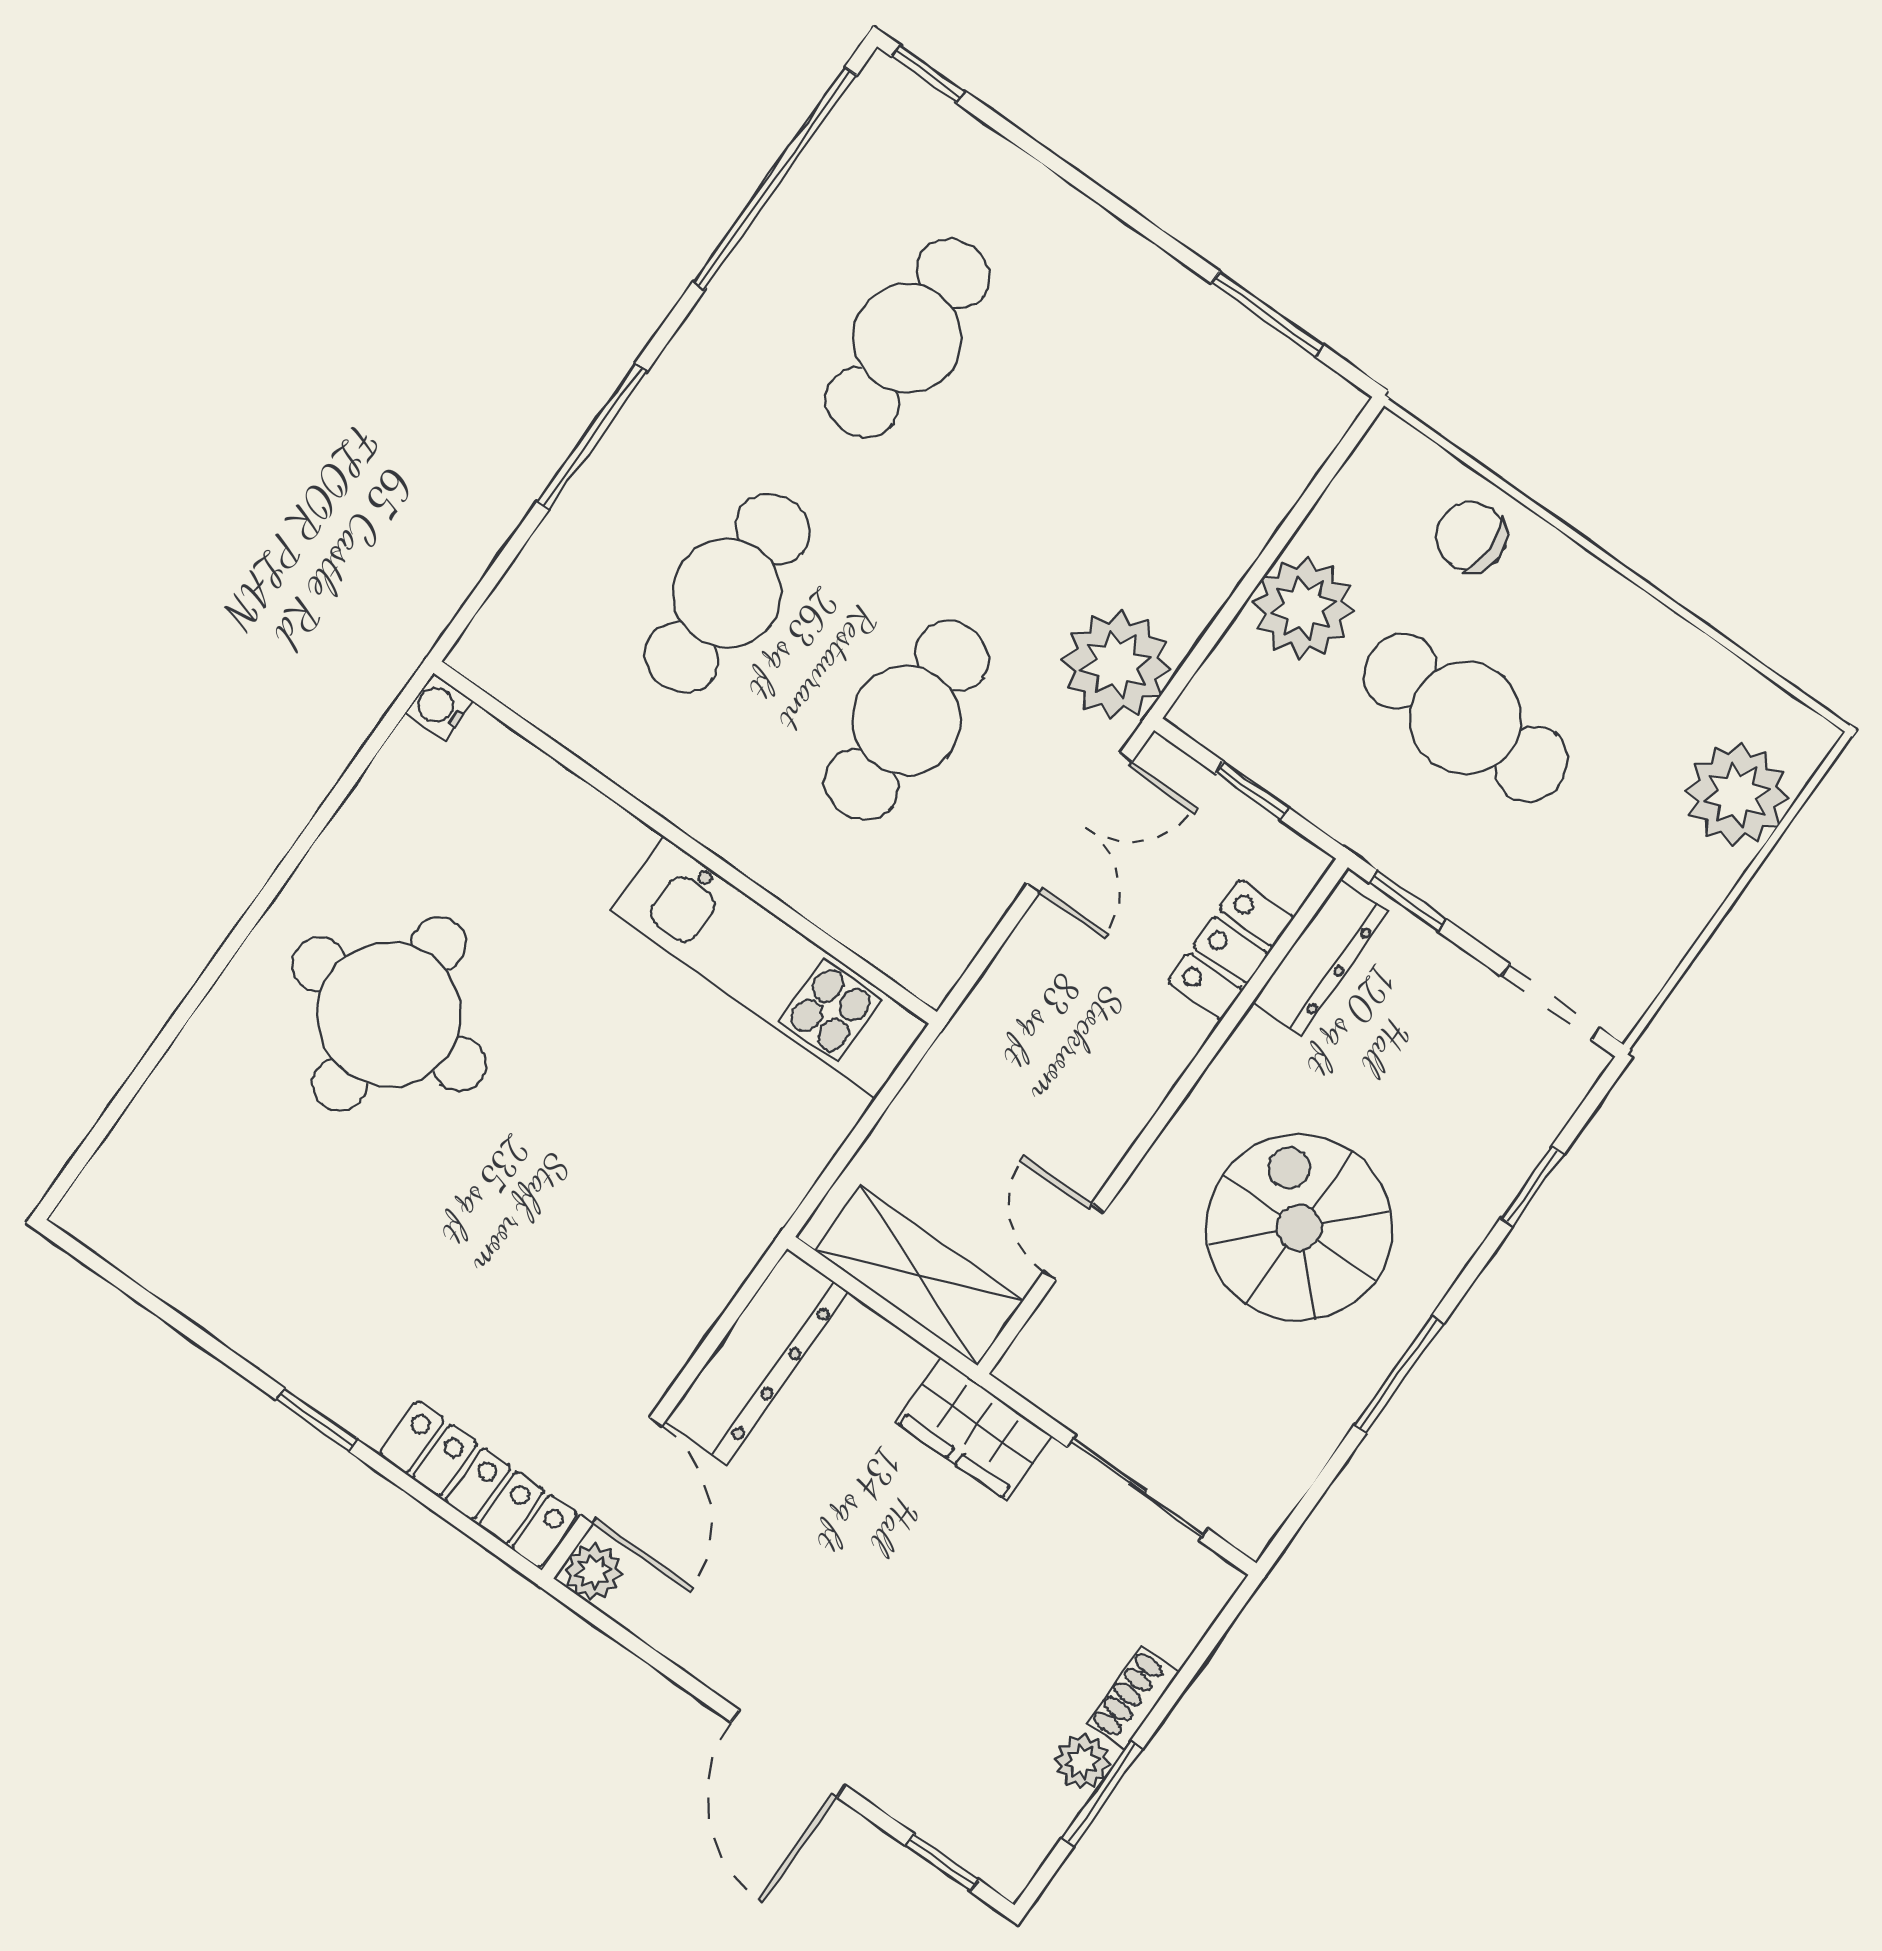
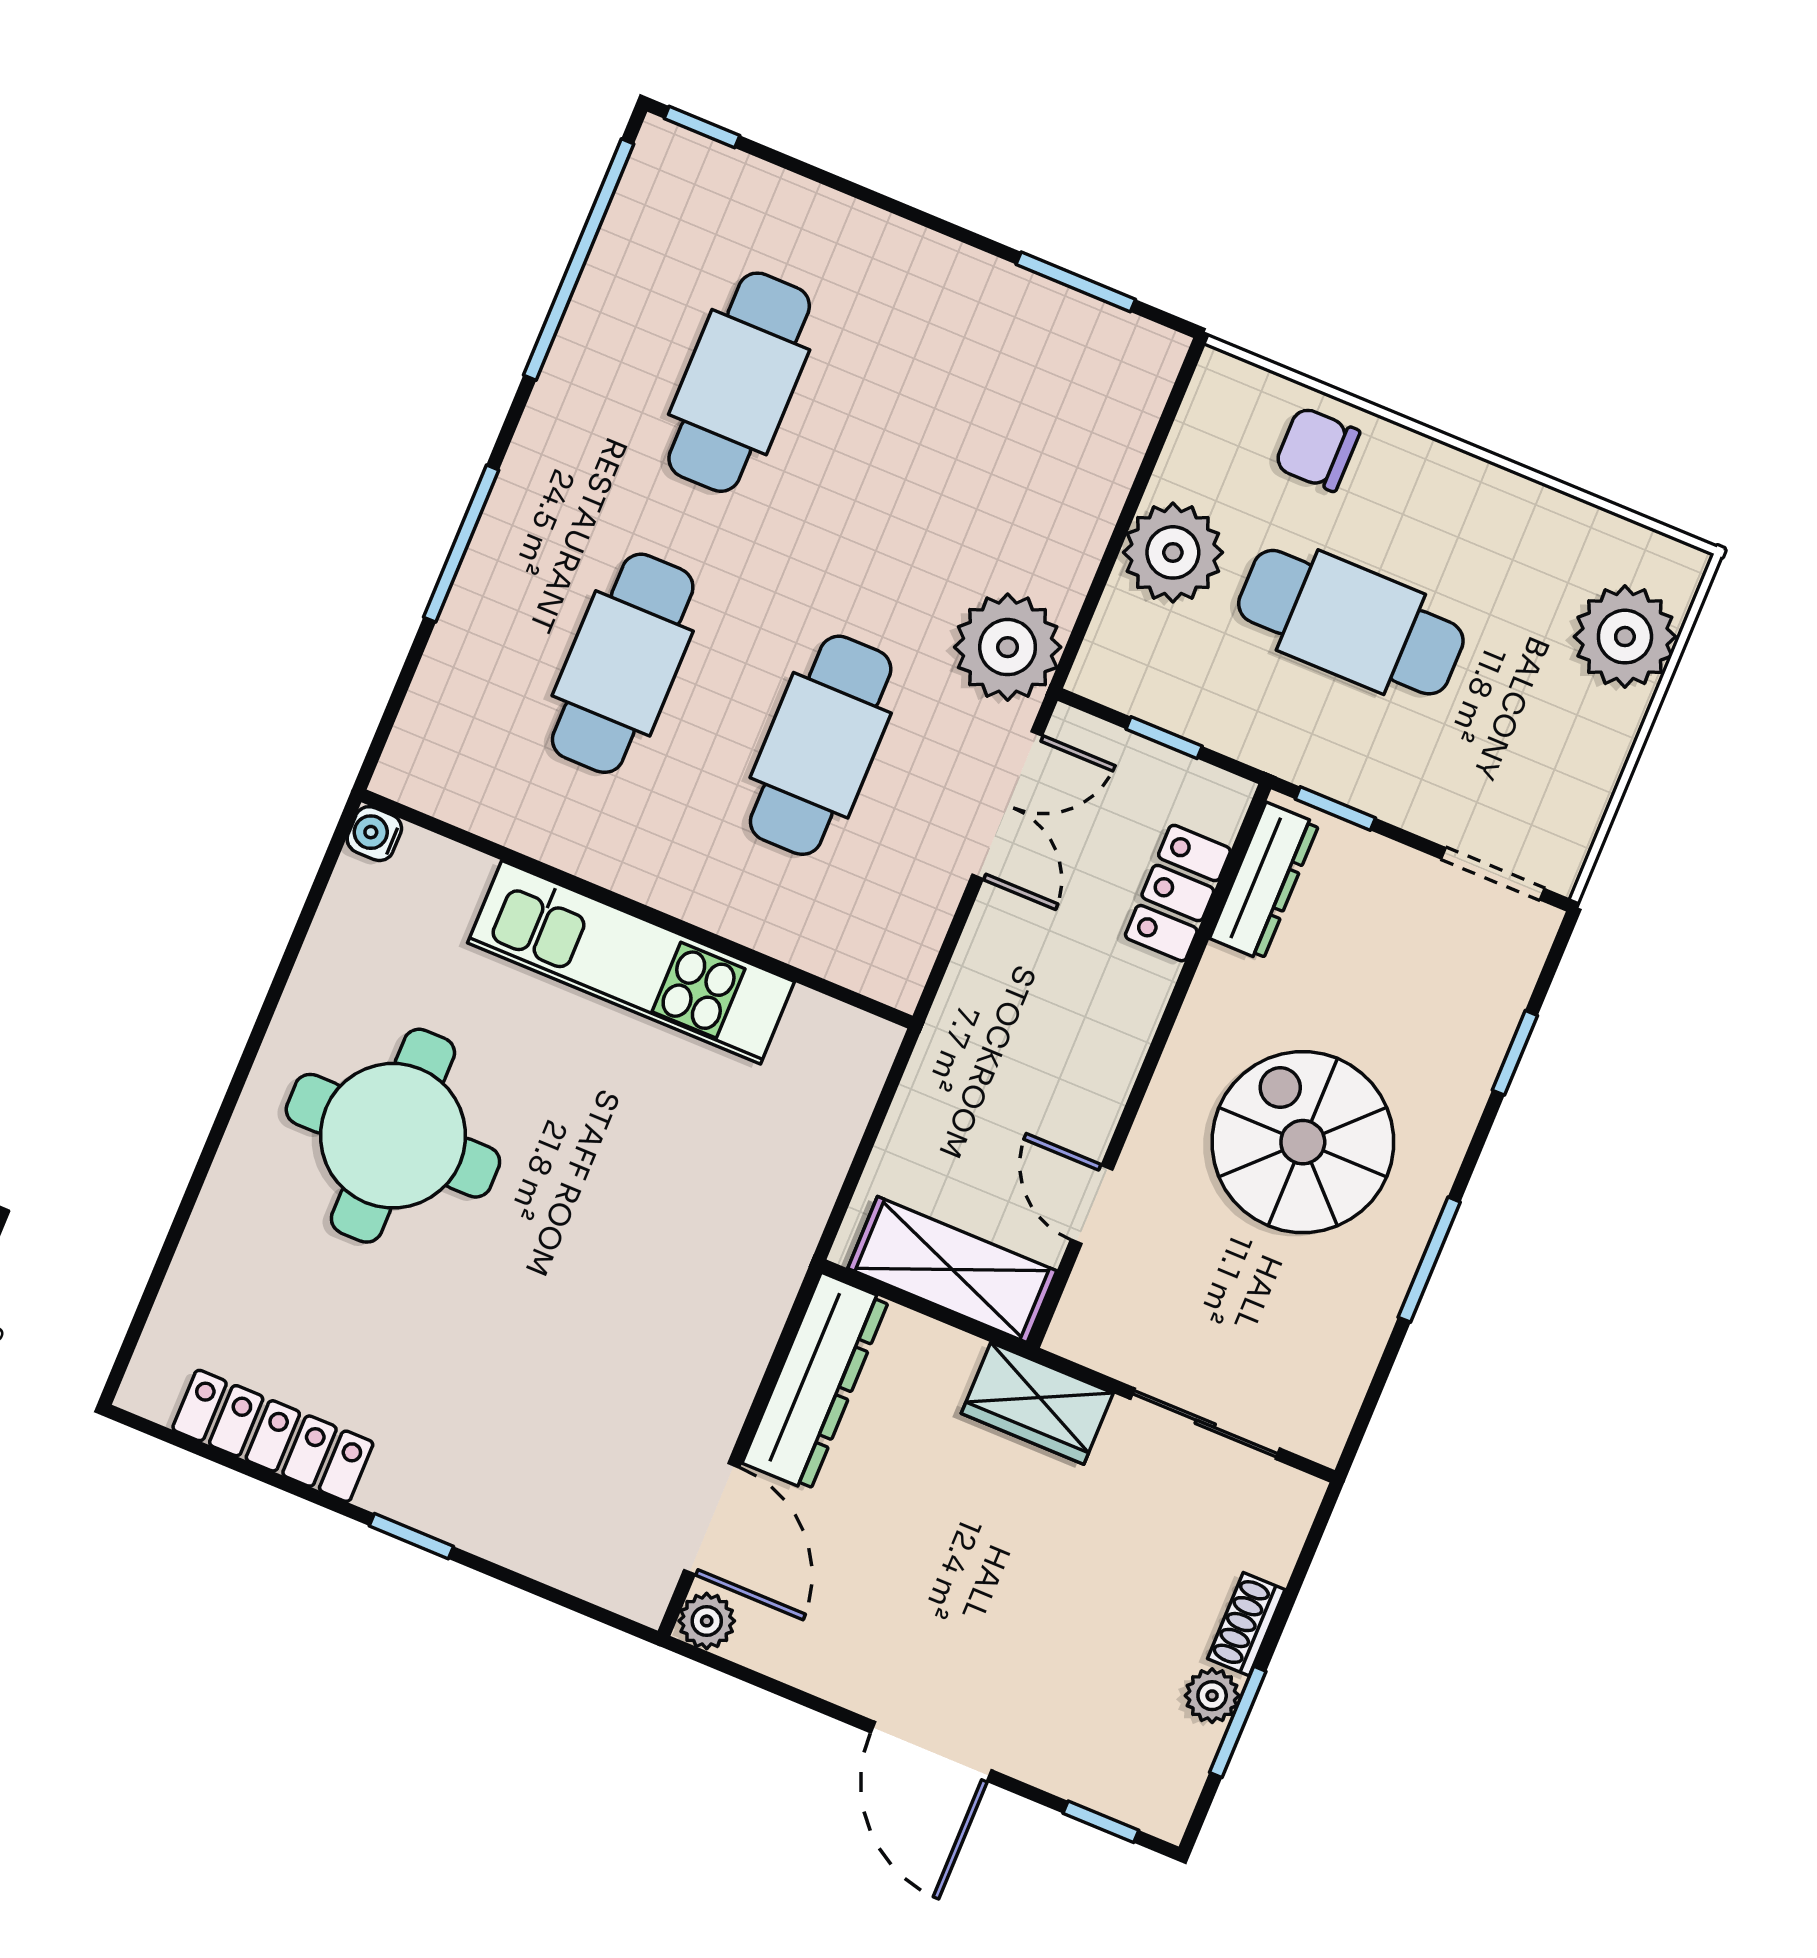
kitchen unit: (769, 967) -> (631, 962), moved
locker: (478, 1484) -> (273, 1436), moved

